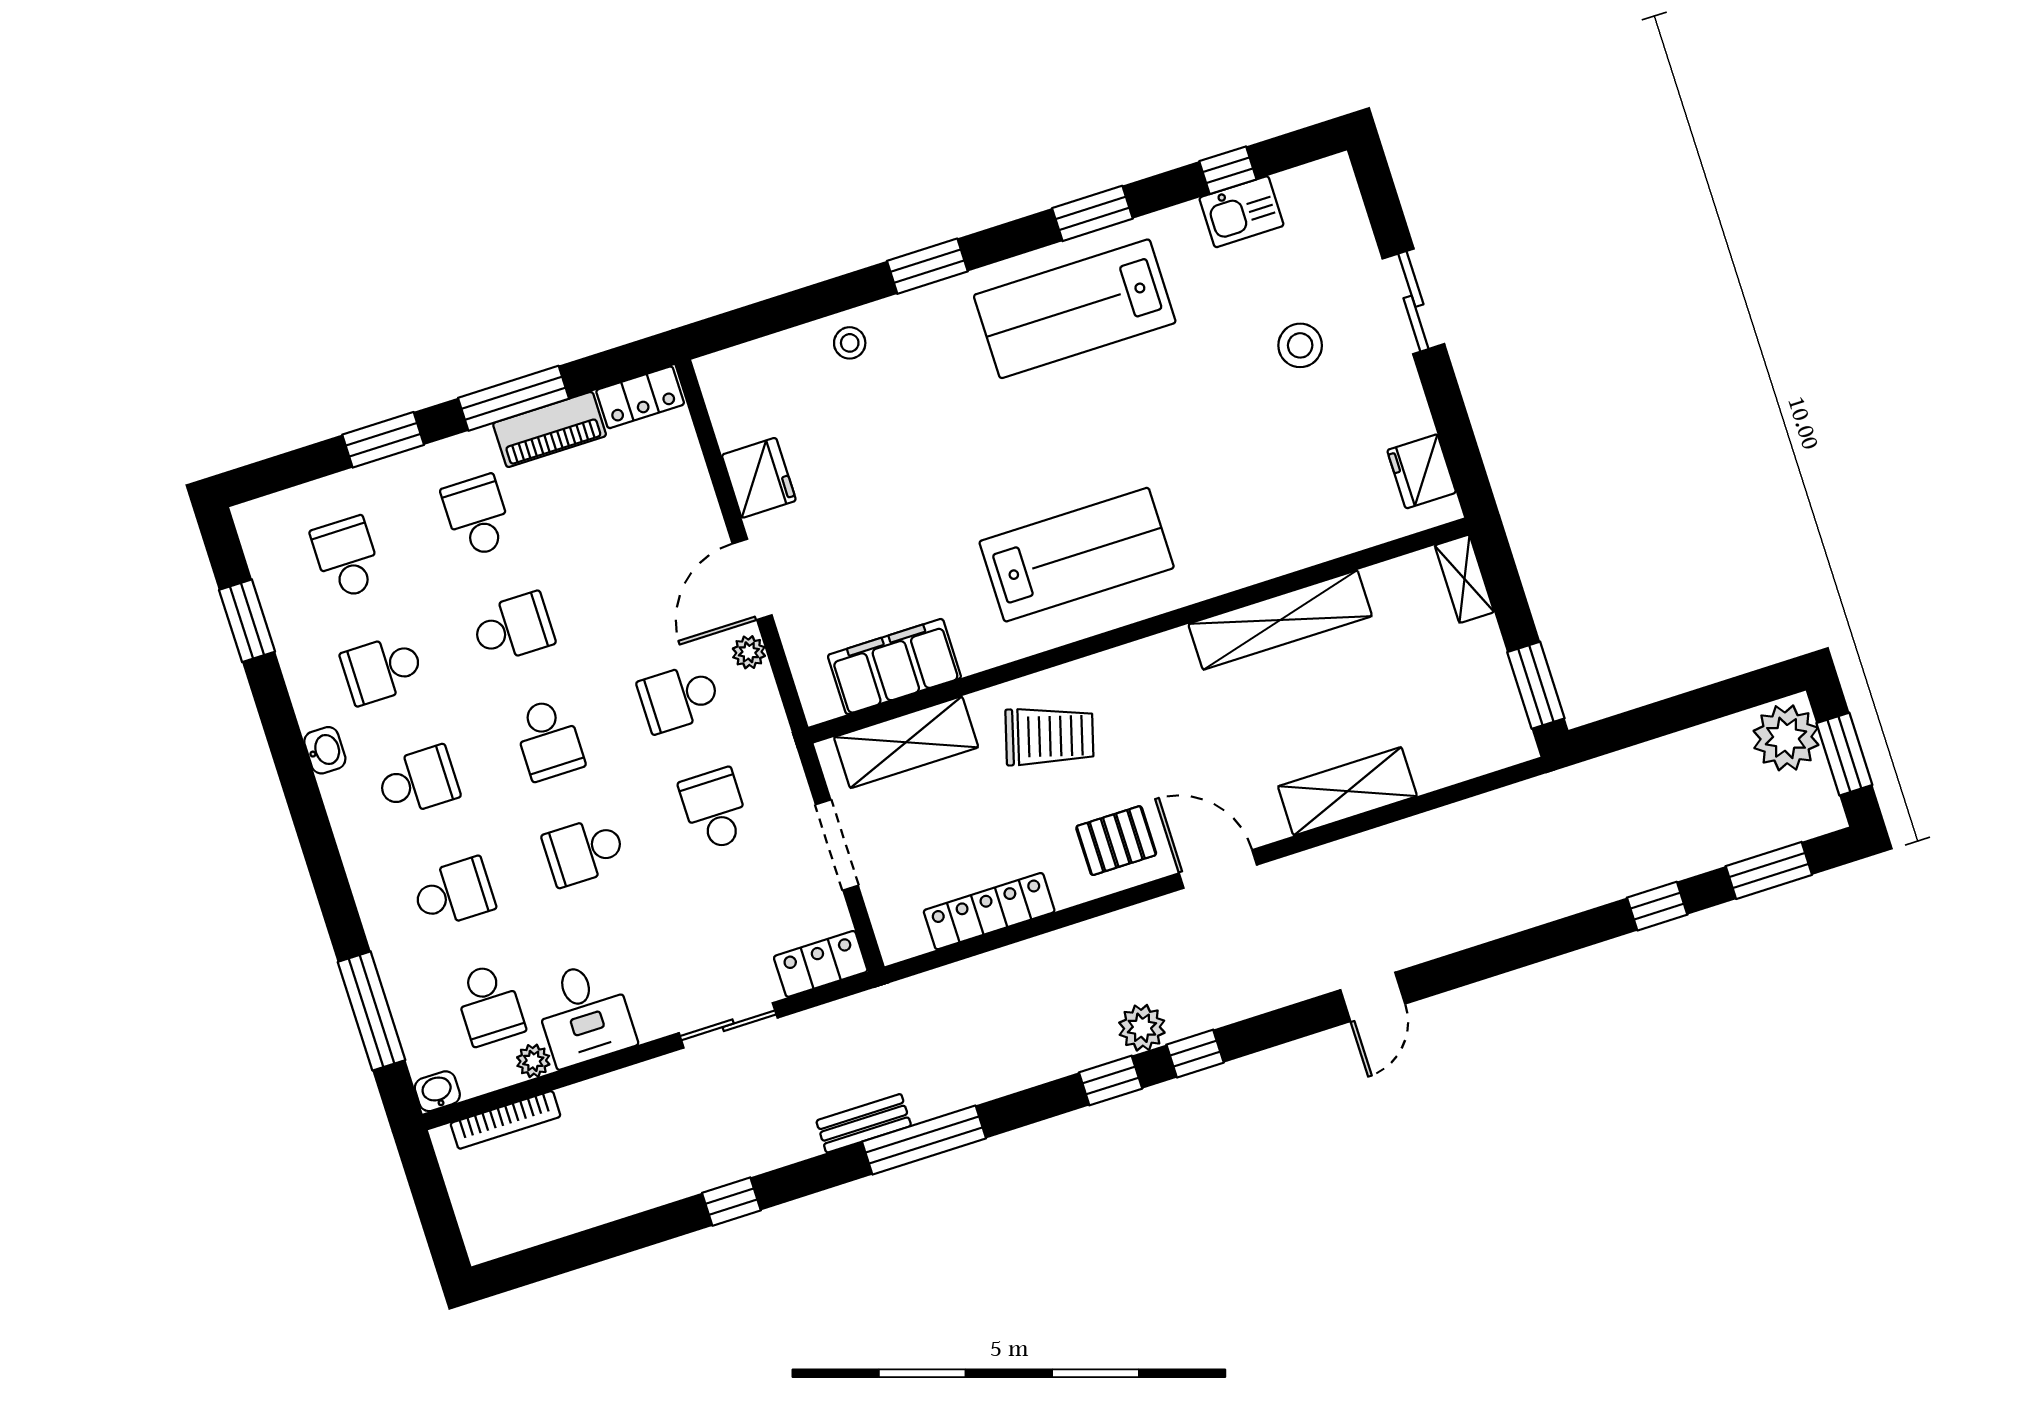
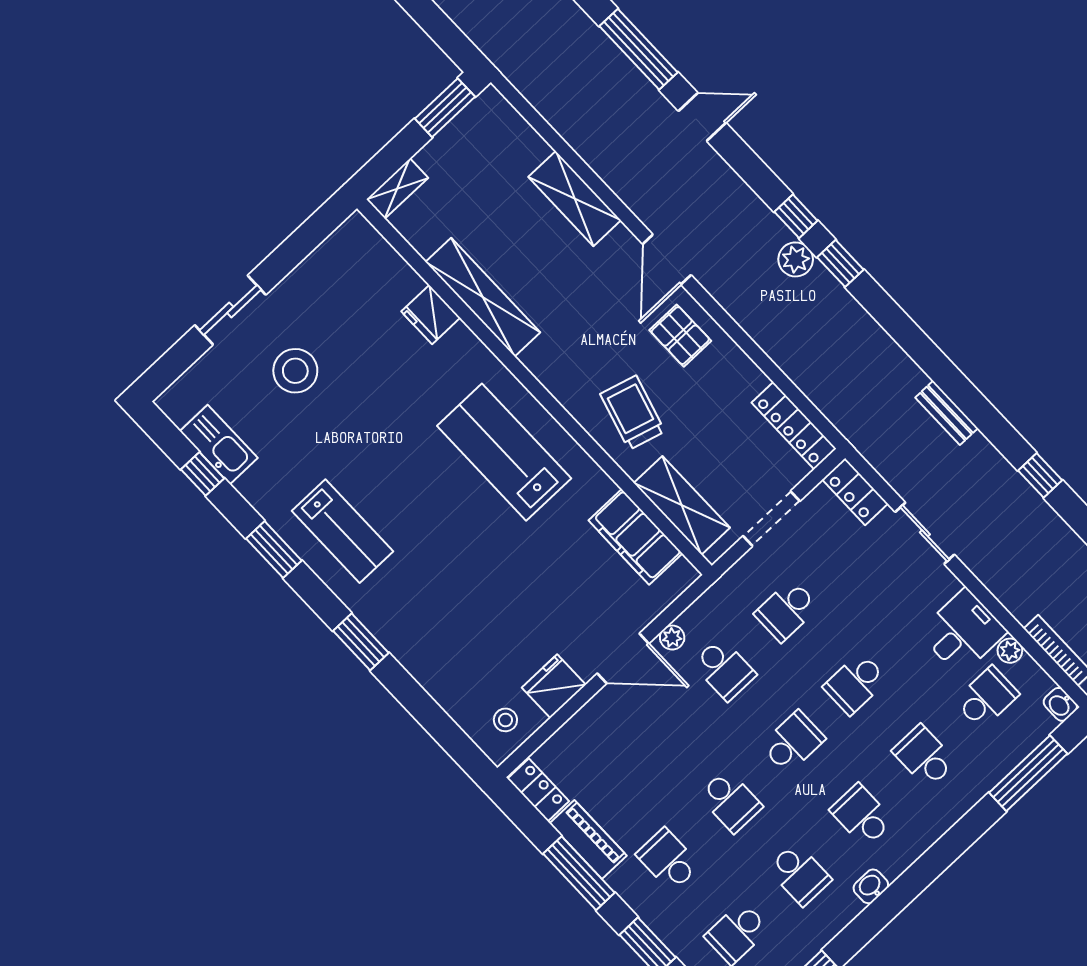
kitchen sink: (1241, 212) -> (219, 444), width x1.38
lab bench: (1075, 309) -> (342, 531), width x0.73, depth x0.72
stool: (850, 343) -> (505, 720), moved
stool: (1300, 345) -> (295, 371), width x1.38, depth x1.38
fridge: (1422, 471) -> (431, 315), moved, turned 90
school desk: (477, 516) -> (668, 860), turned 90
school desk: (513, 628) -> (731, 801), turned 180
school desk: (584, 851) -> (855, 683), turned 90
locker: (989, 911) -> (794, 426), moved
window: (924, 1140) -> (639, 49), moved

